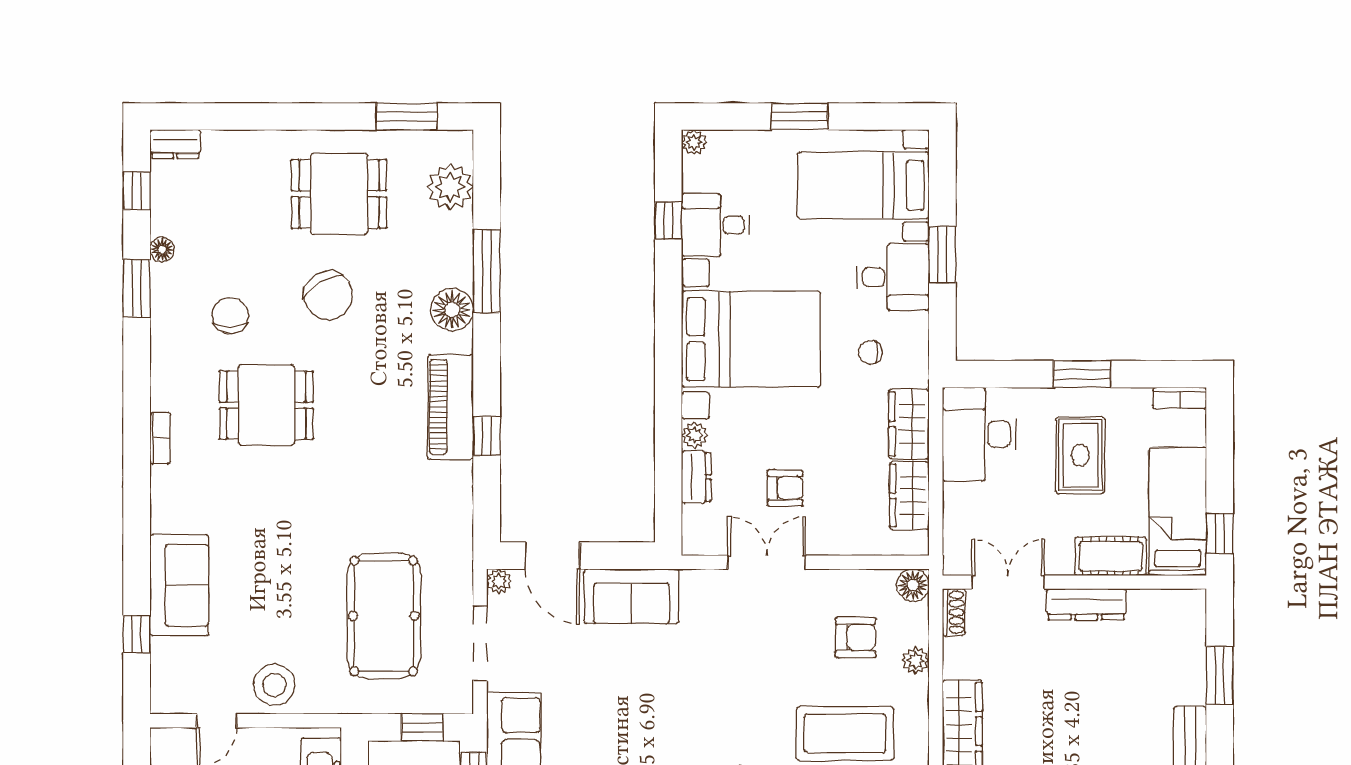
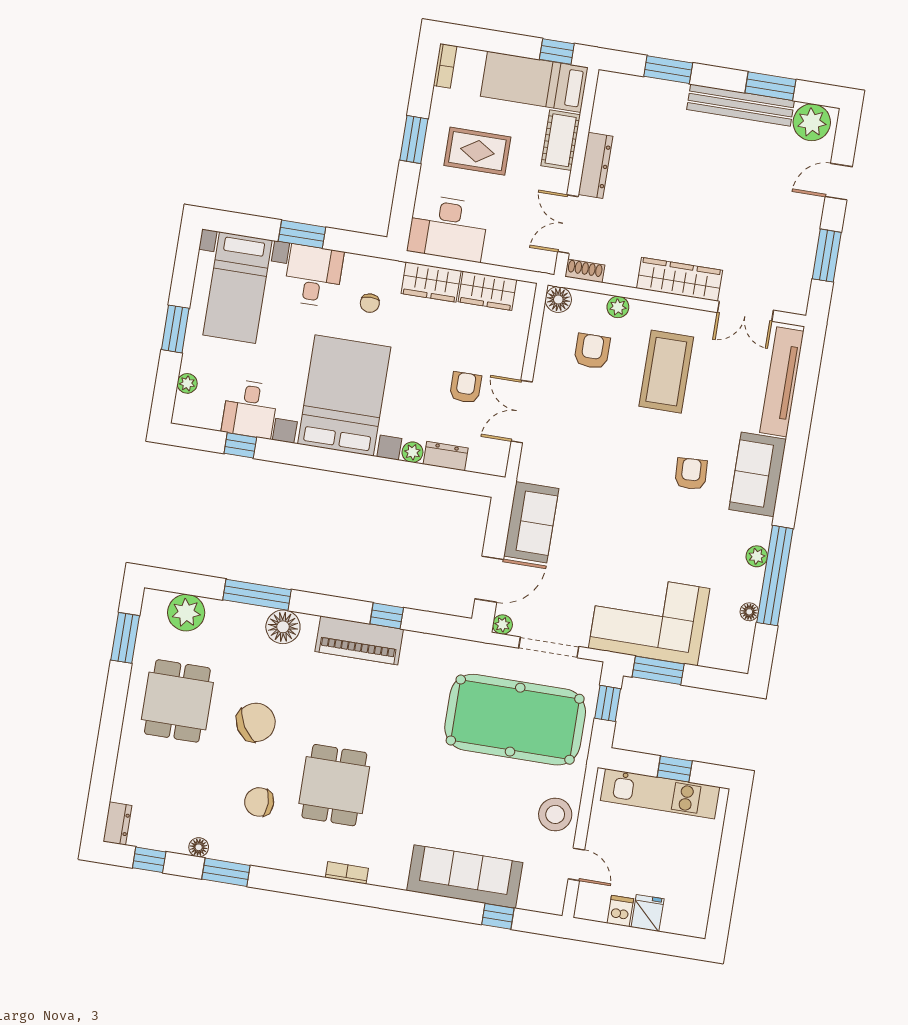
plant: (694, 142) -> (187, 383), moved
sofa: (179, 585) -> (465, 877), width x1.36
pool table: (384, 616) -> (515, 720), width x1.36, depth x1.32

